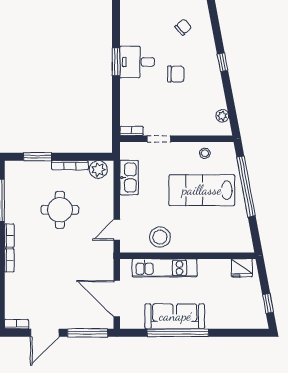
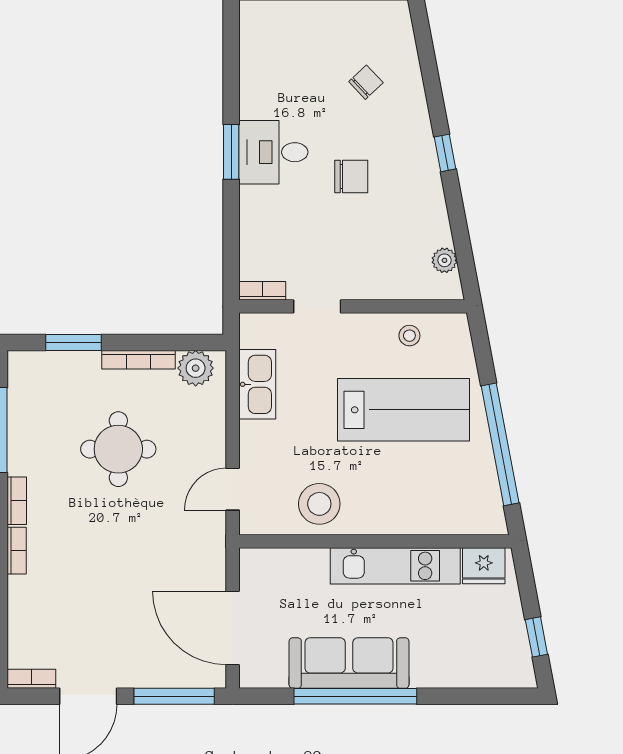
window: (246, 186) -> (500, 444), moved
lab bench: (202, 190) -> (403, 410), turned 180
kitchen unit: (165, 268) -> (395, 566), moved

